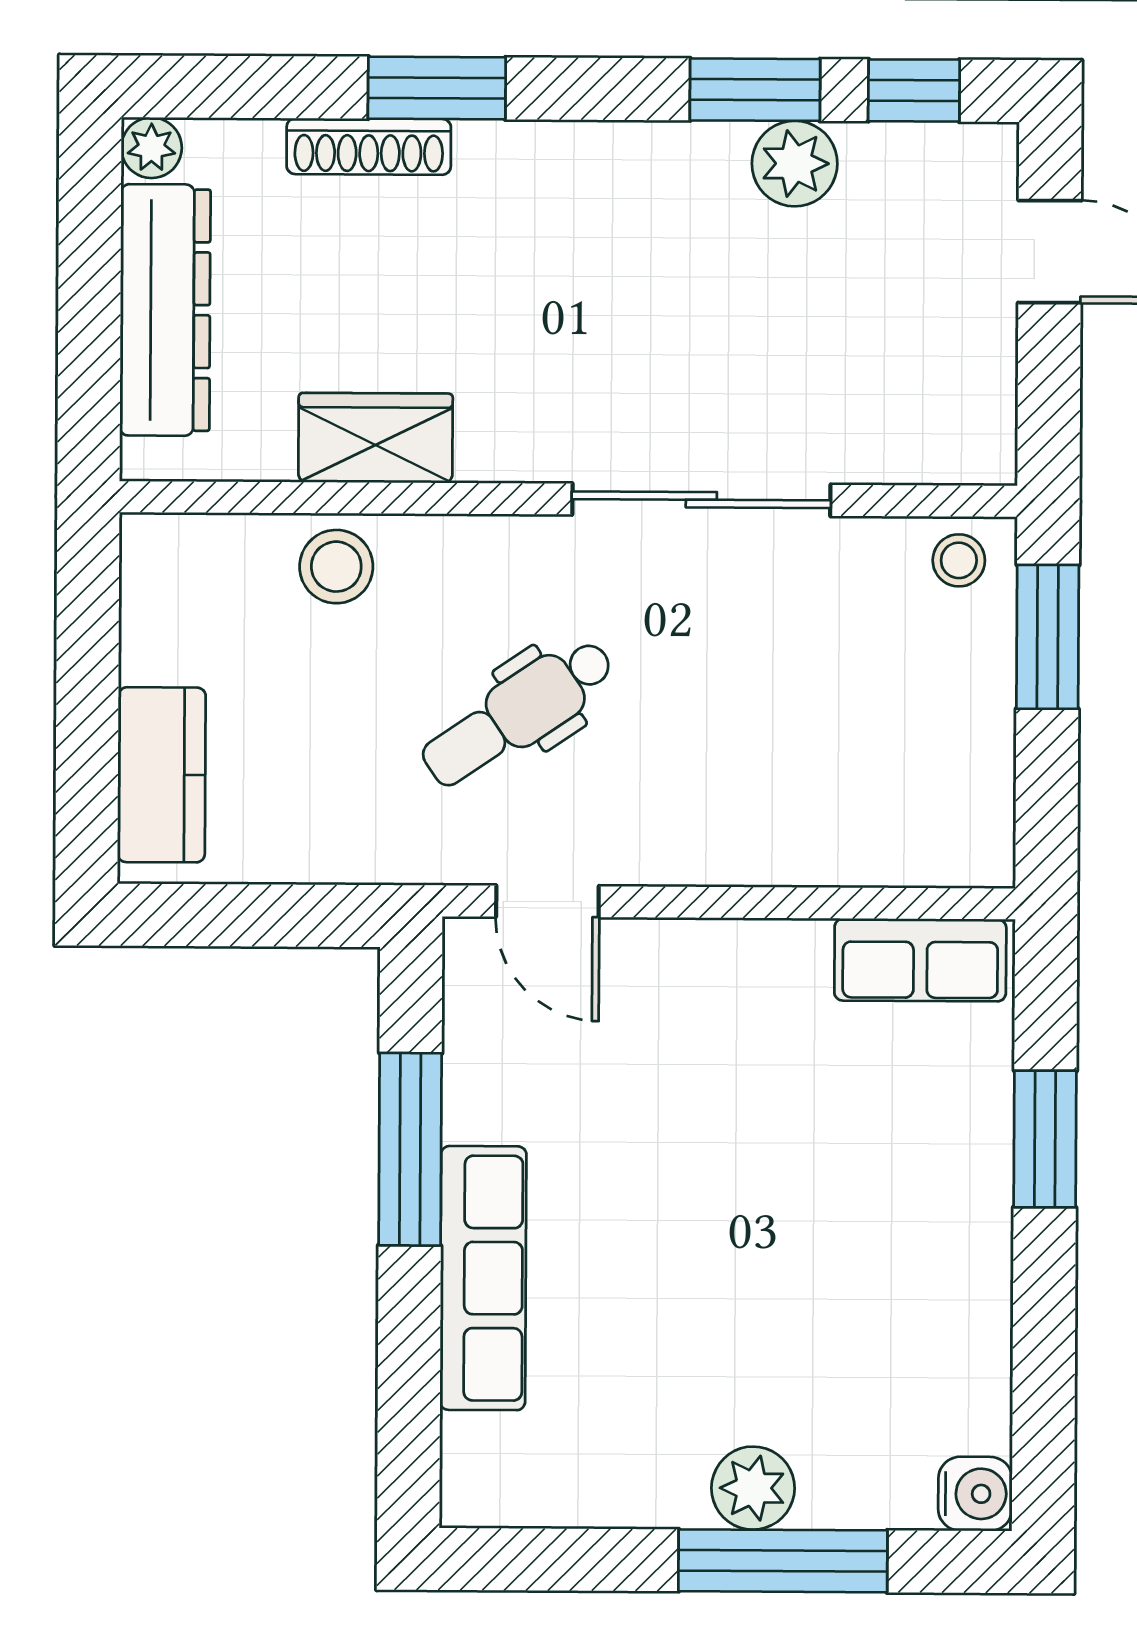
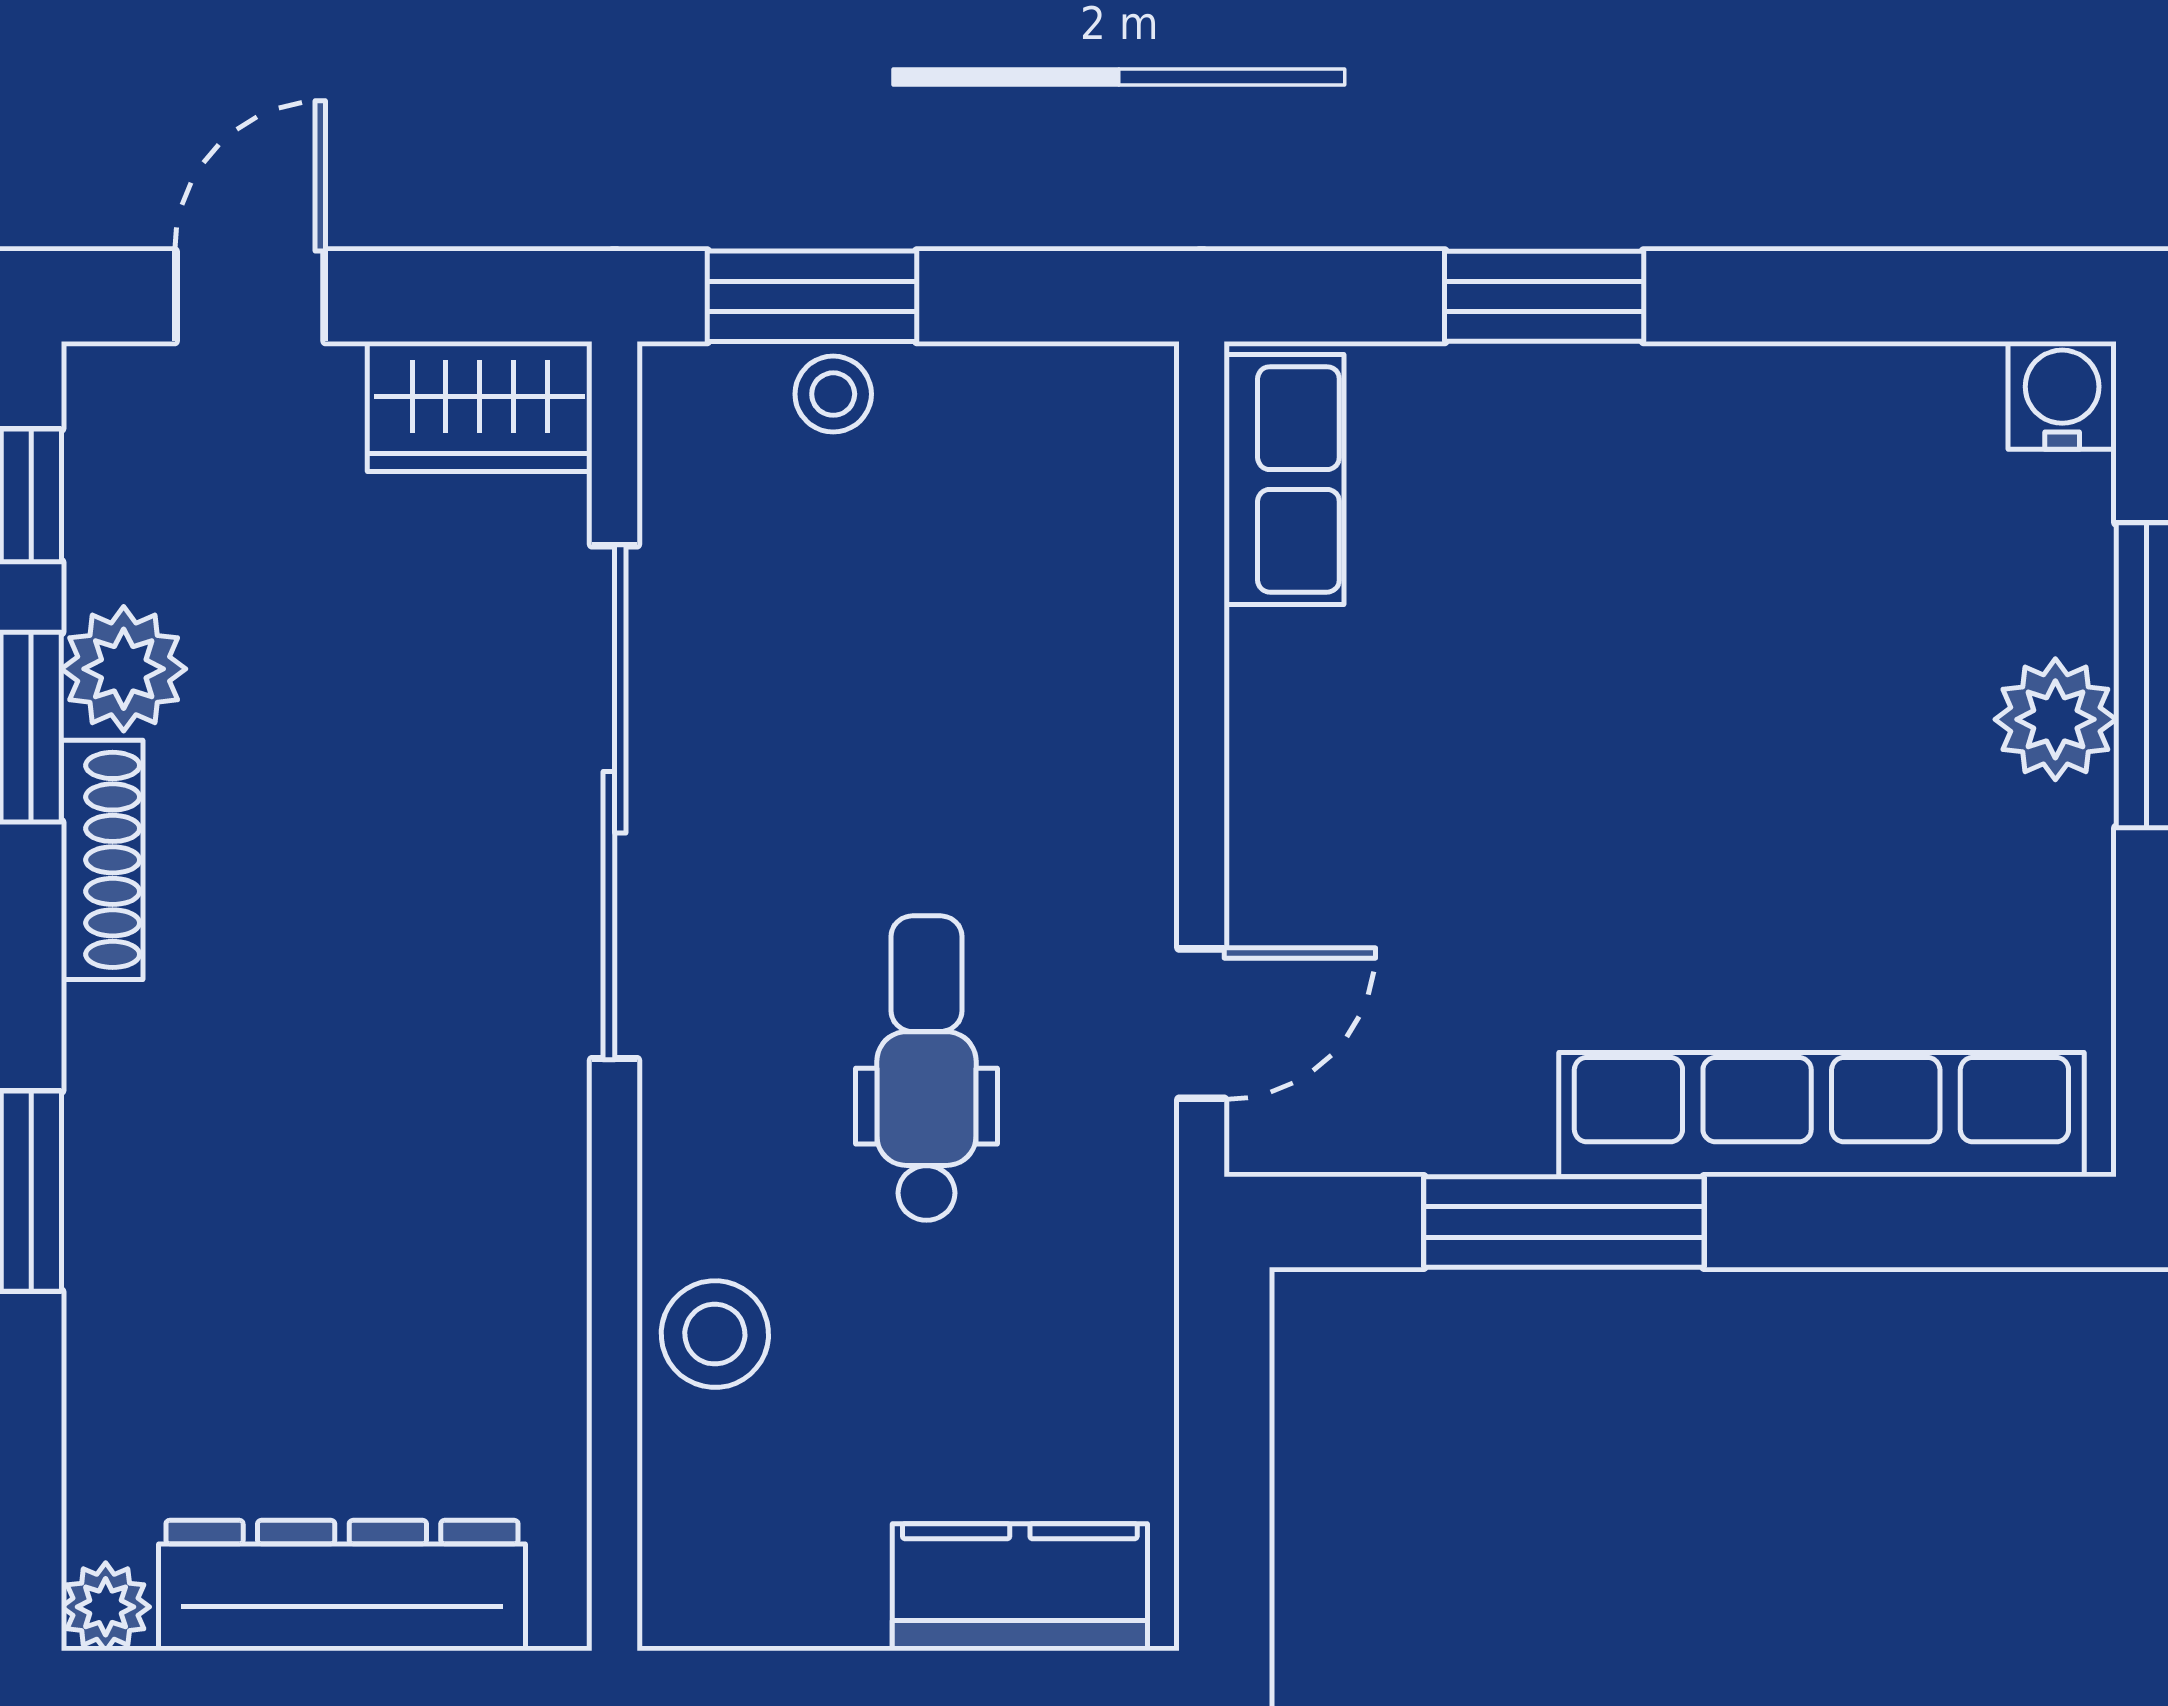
shoe rack: (369, 147) -> (102, 860), moved
wardrobe: (376, 438) -> (480, 406), moved, turned -90
sliding door: (701, 500) -> (615, 802), width x1.36
stool: (959, 560) -> (833, 394), moved
dental chair: (518, 713) -> (926, 1068), turned -146
row of seats: (483, 1278) -> (1821, 1115), width x1.36

